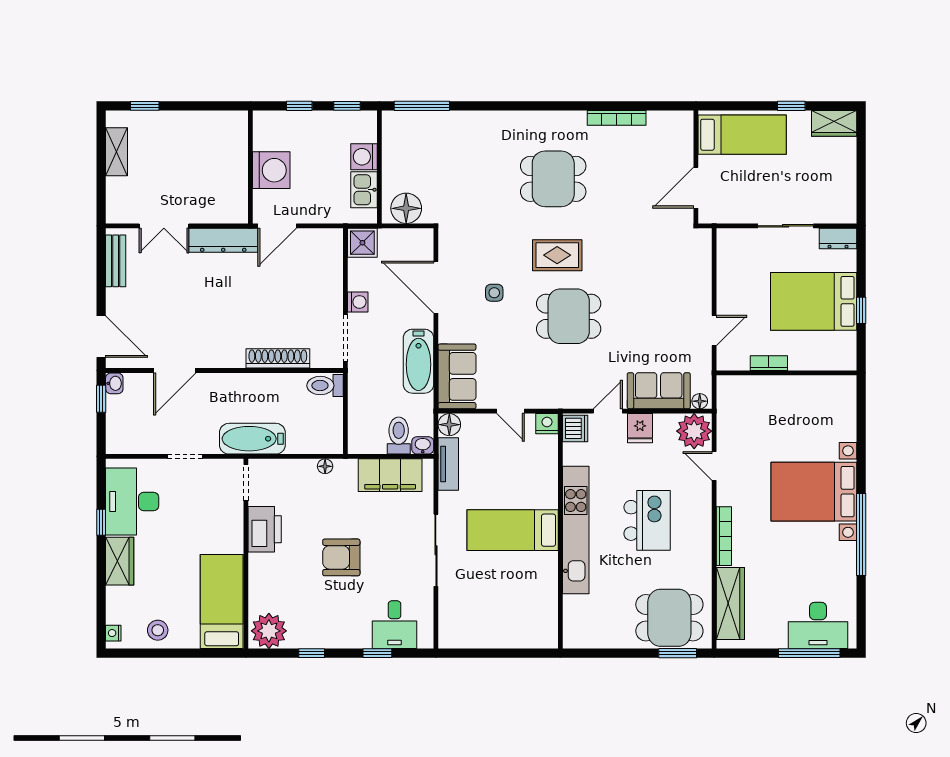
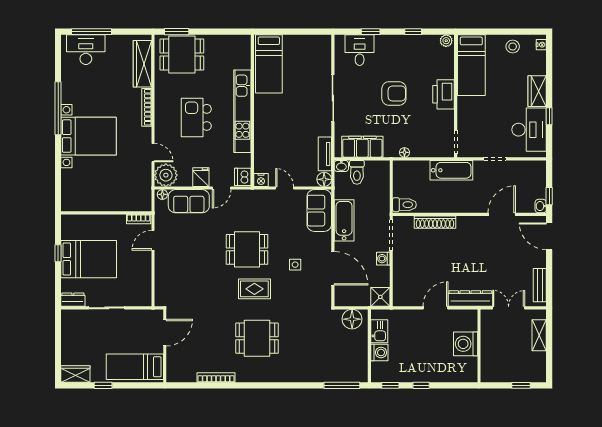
shelving: (117, 152) -> (539, 335), moved
wall: (250, 167) -> (479, 346), moved
washing machine: (271, 170) -> (466, 344), moved
bookcase: (769, 363) -> (139, 219), moved
printer: (265, 529) -> (444, 94), moved
bed: (513, 530) -> (269, 64), moved, turned 90
plant: (269, 631) -> (446, 41), width x0.53, depth x0.53

